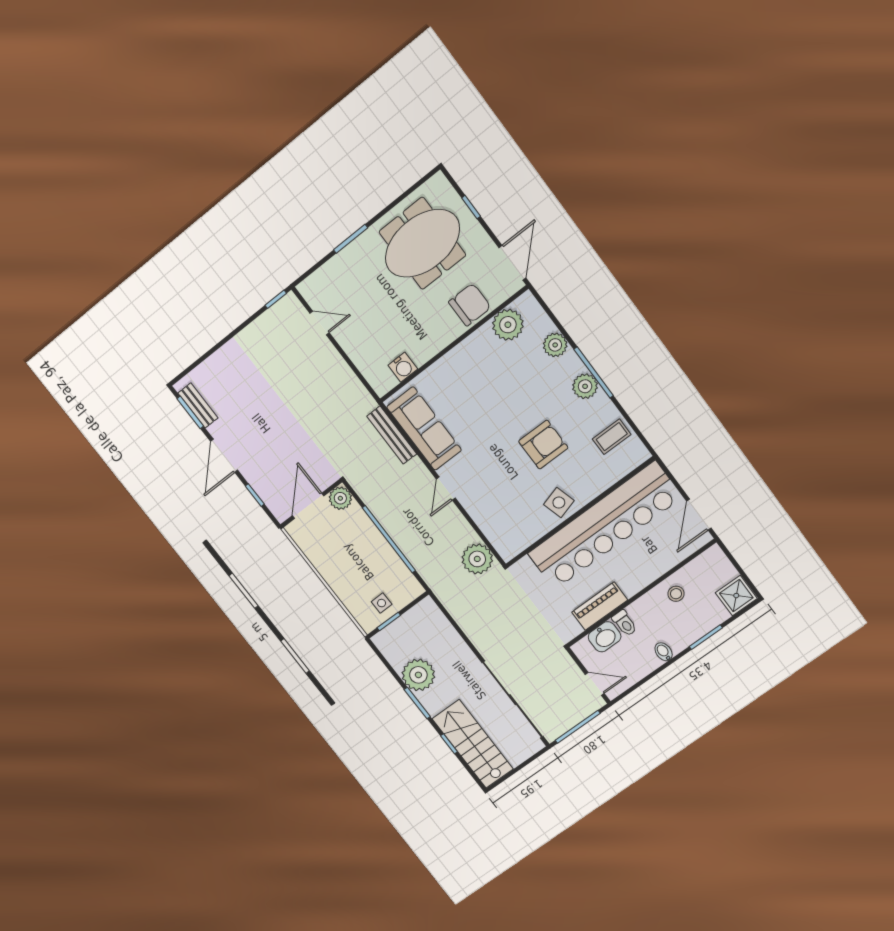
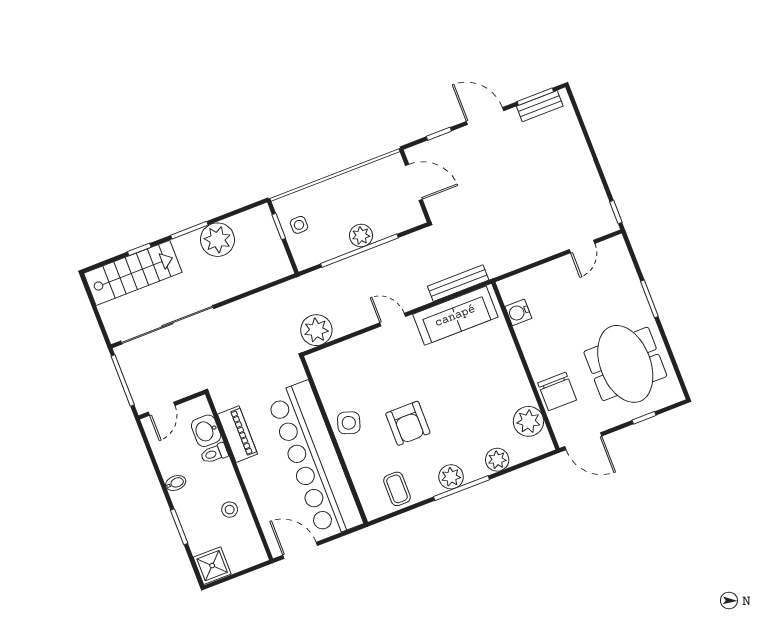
plant: (340, 498) -> (361, 236), moved
side table: (559, 503) -> (349, 423), turned 34

